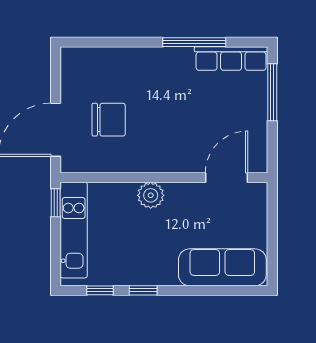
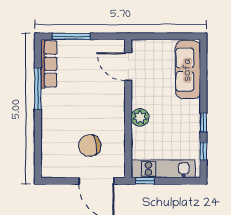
chair: (109, 120) -> (90, 145), turned -99

